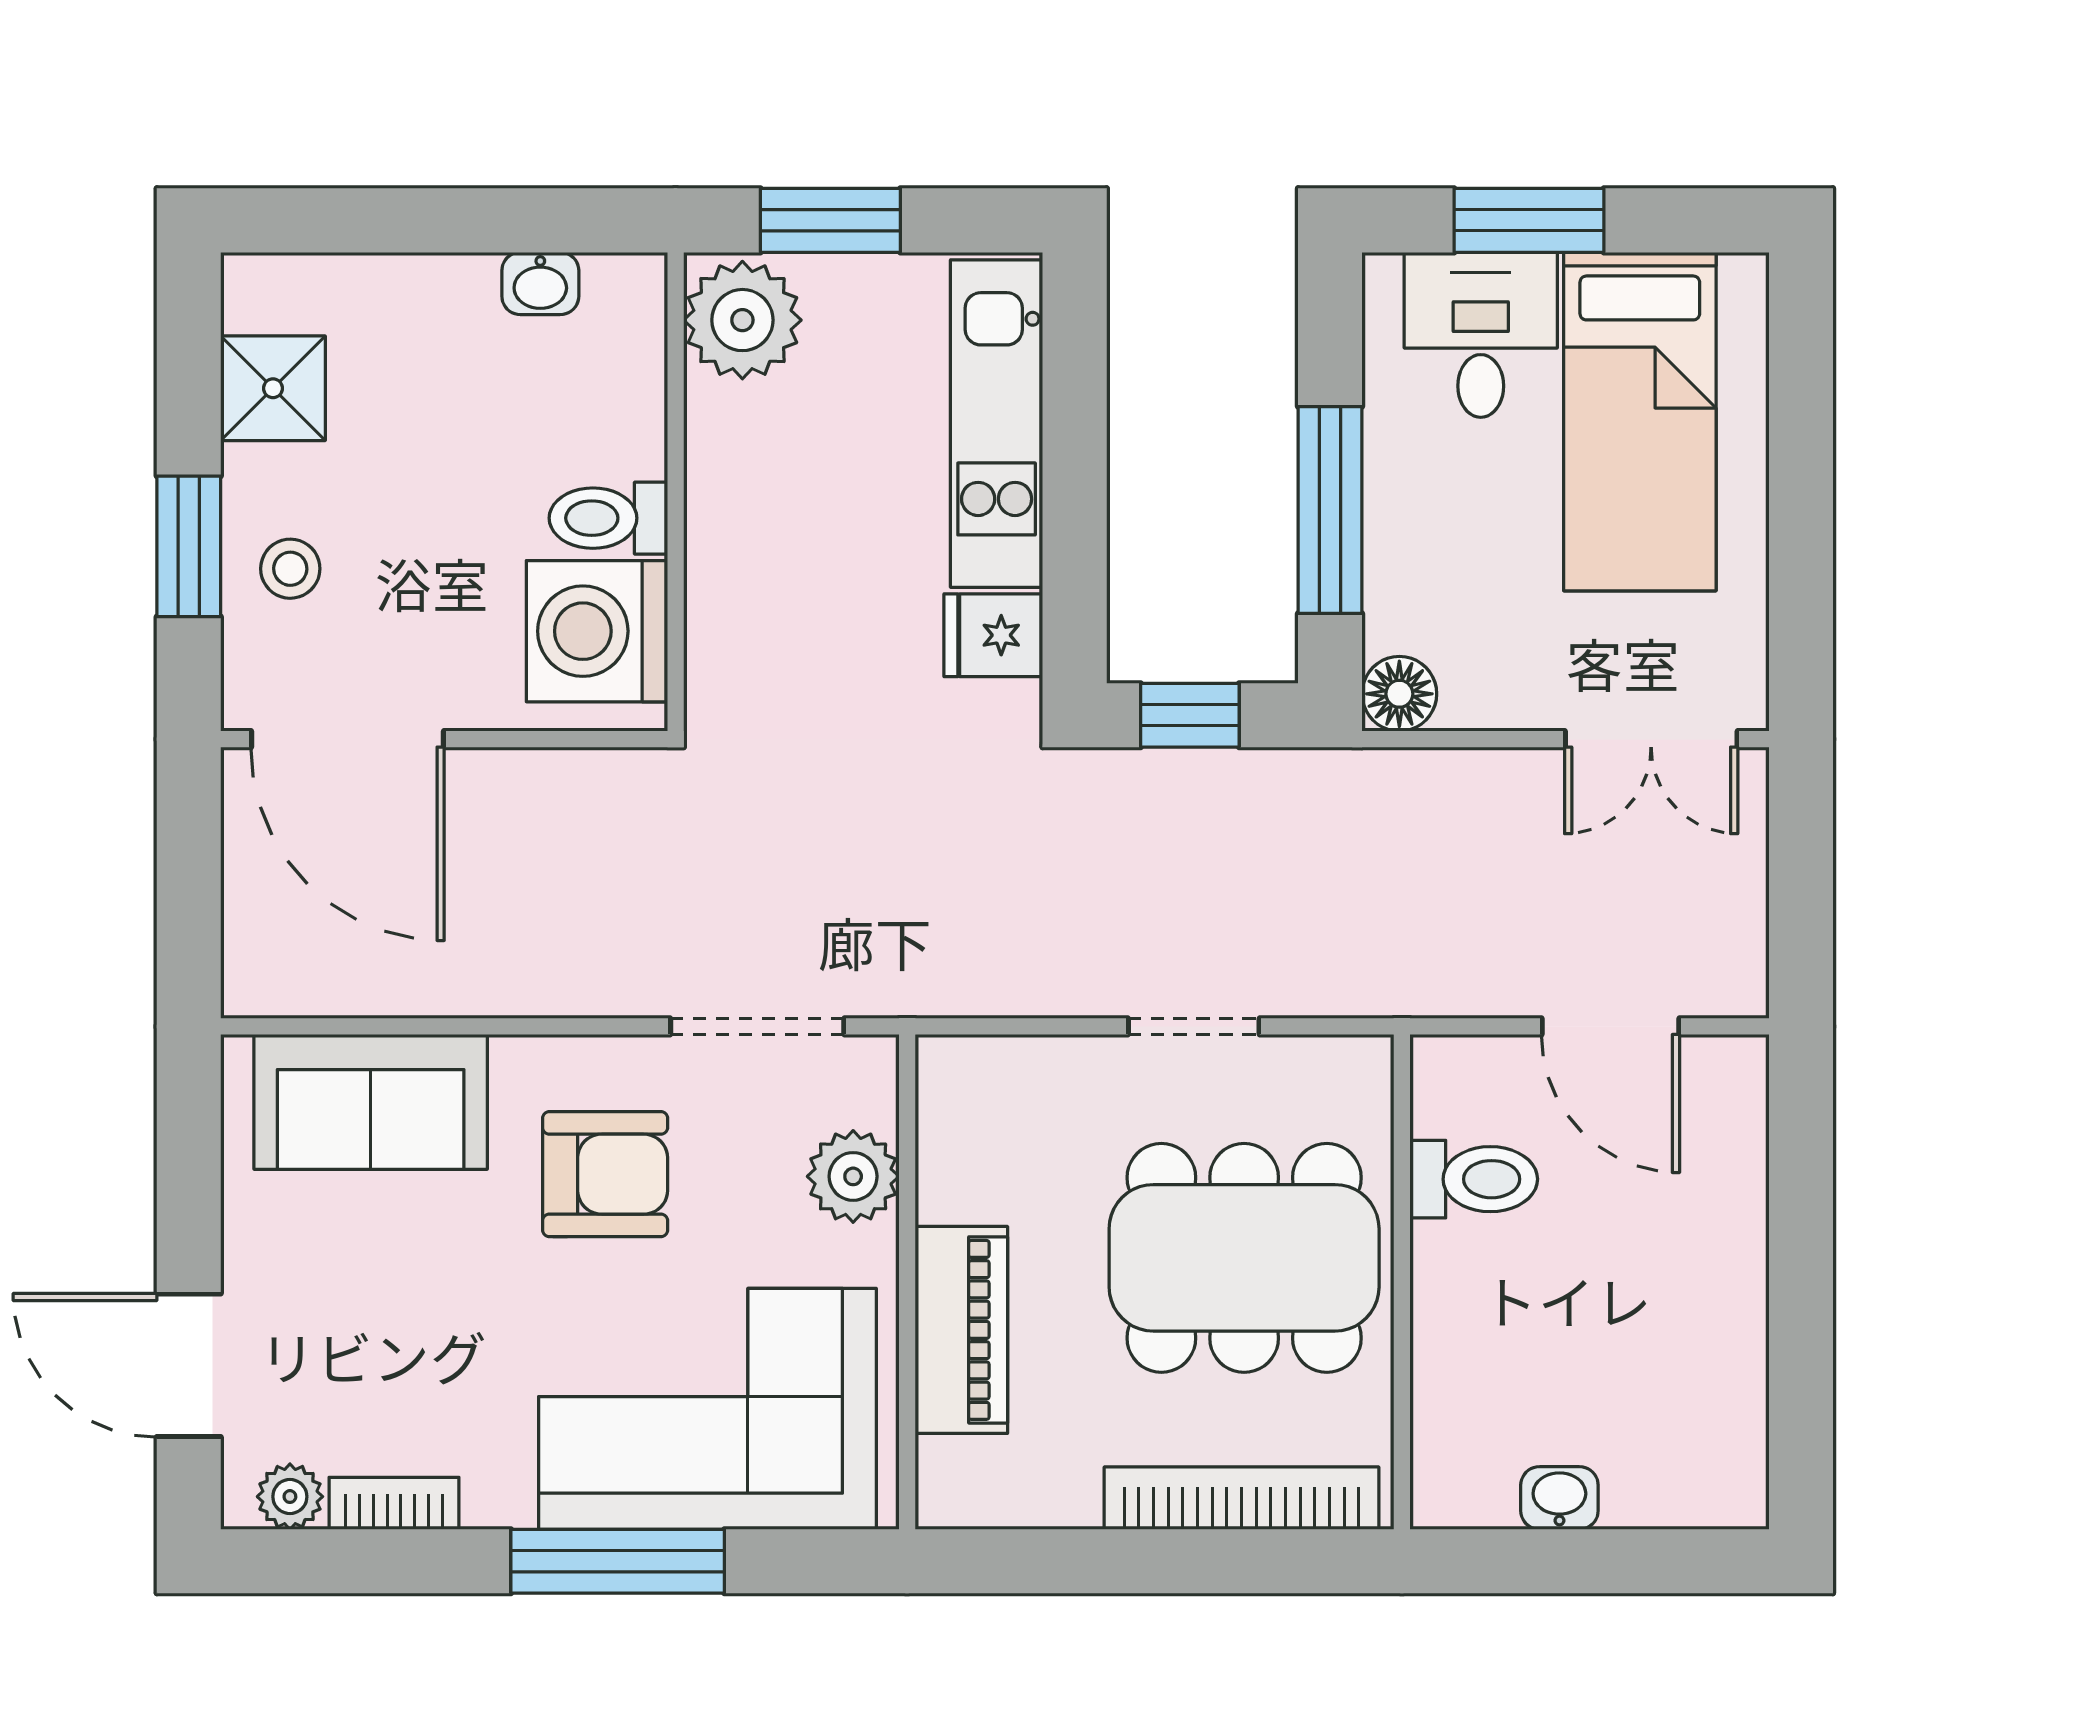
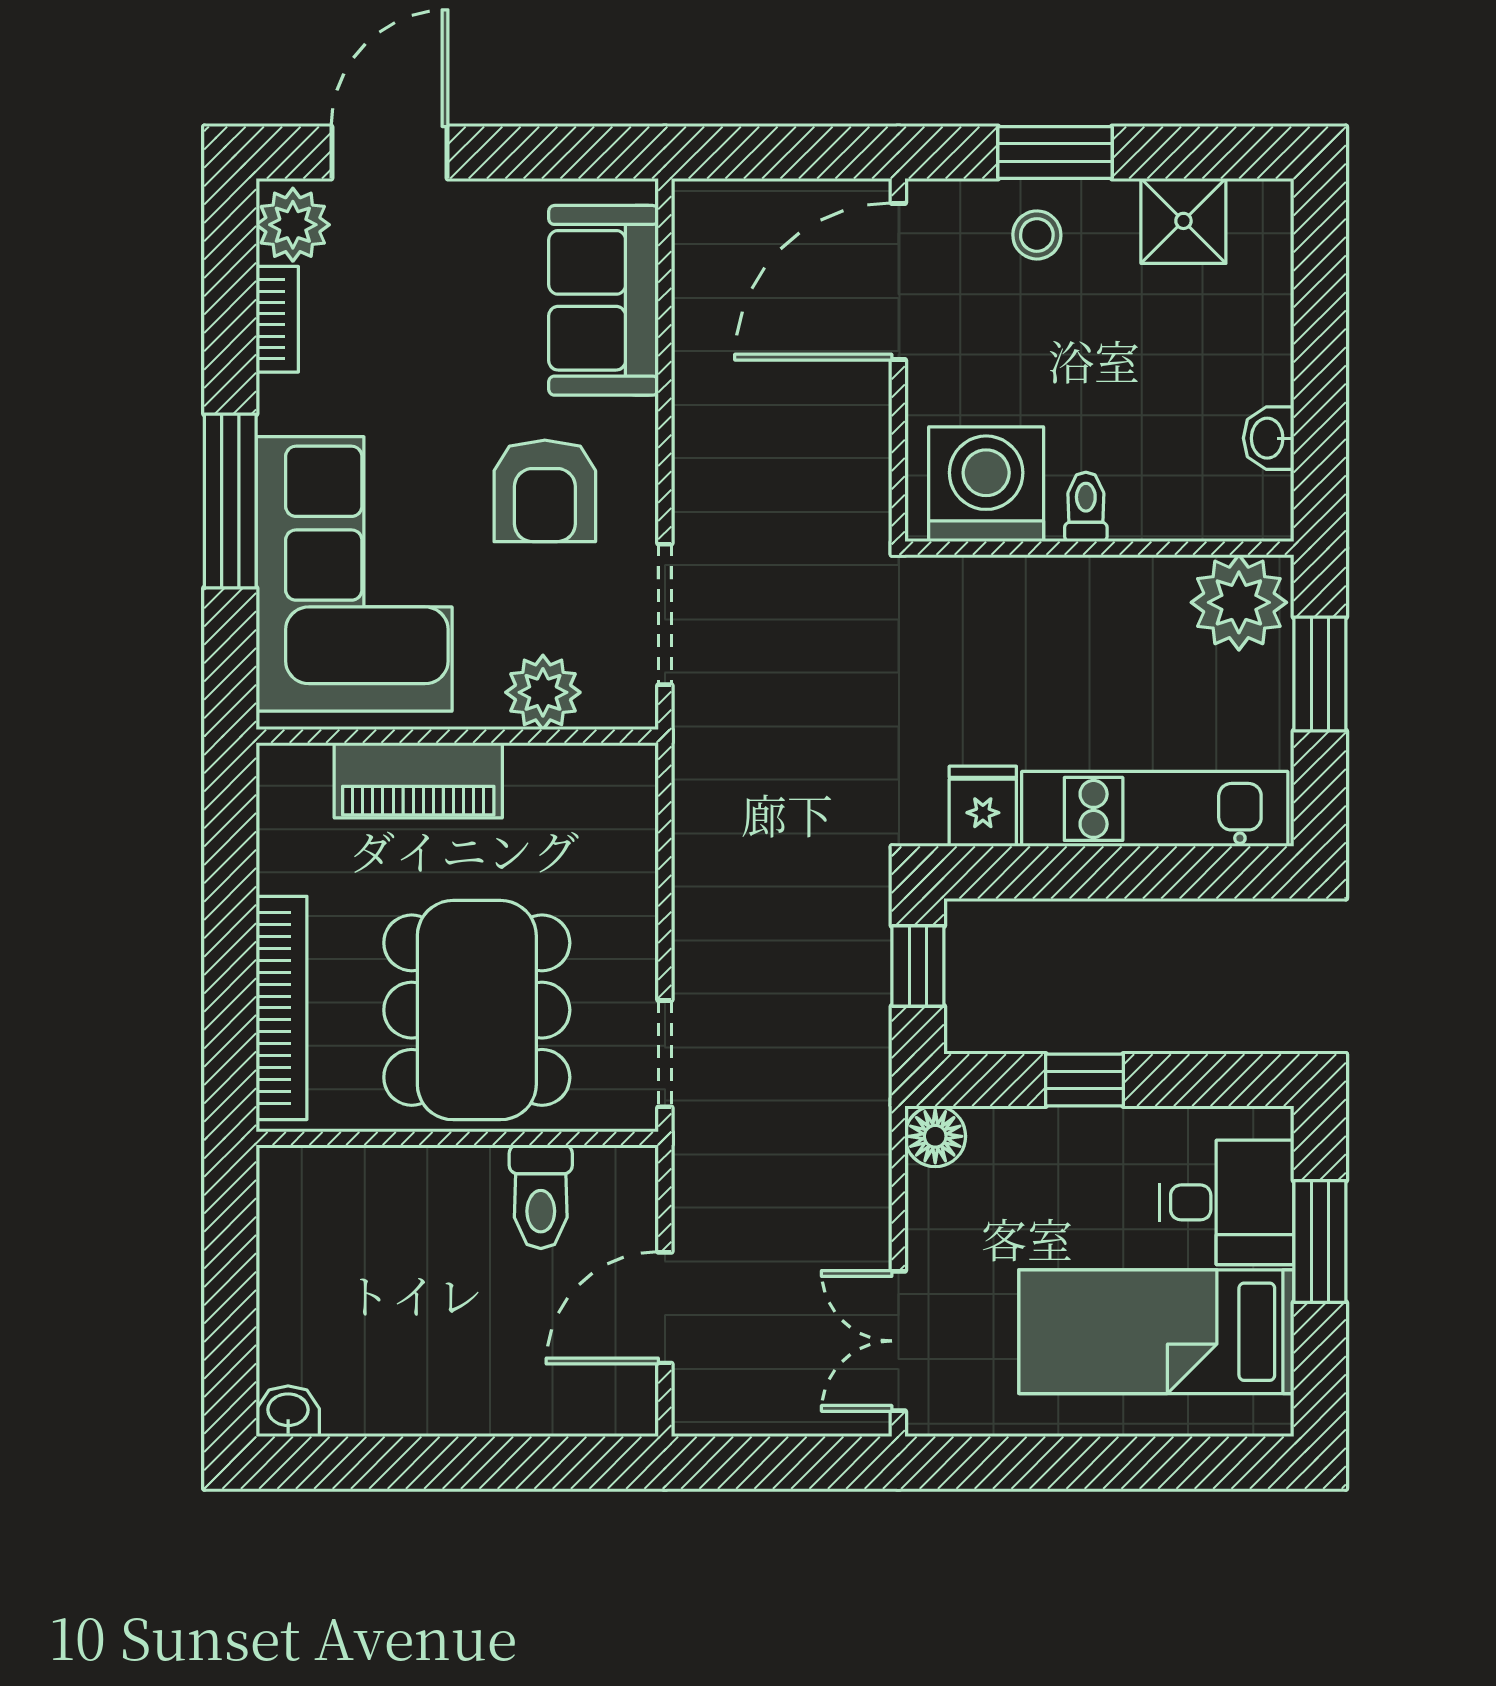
window: (1330, 510) -> (1085, 1080), width x0.46
toilet: (608, 518) -> (1086, 507), width x0.73, depth x0.72
doorway: (1194, 1026) -> (665, 1054), moved
plant: (290, 1497) -> (293, 225), width x1.38, depth x1.38
washbasin: (1559, 1498) -> (288, 1411), moved, turned -90

